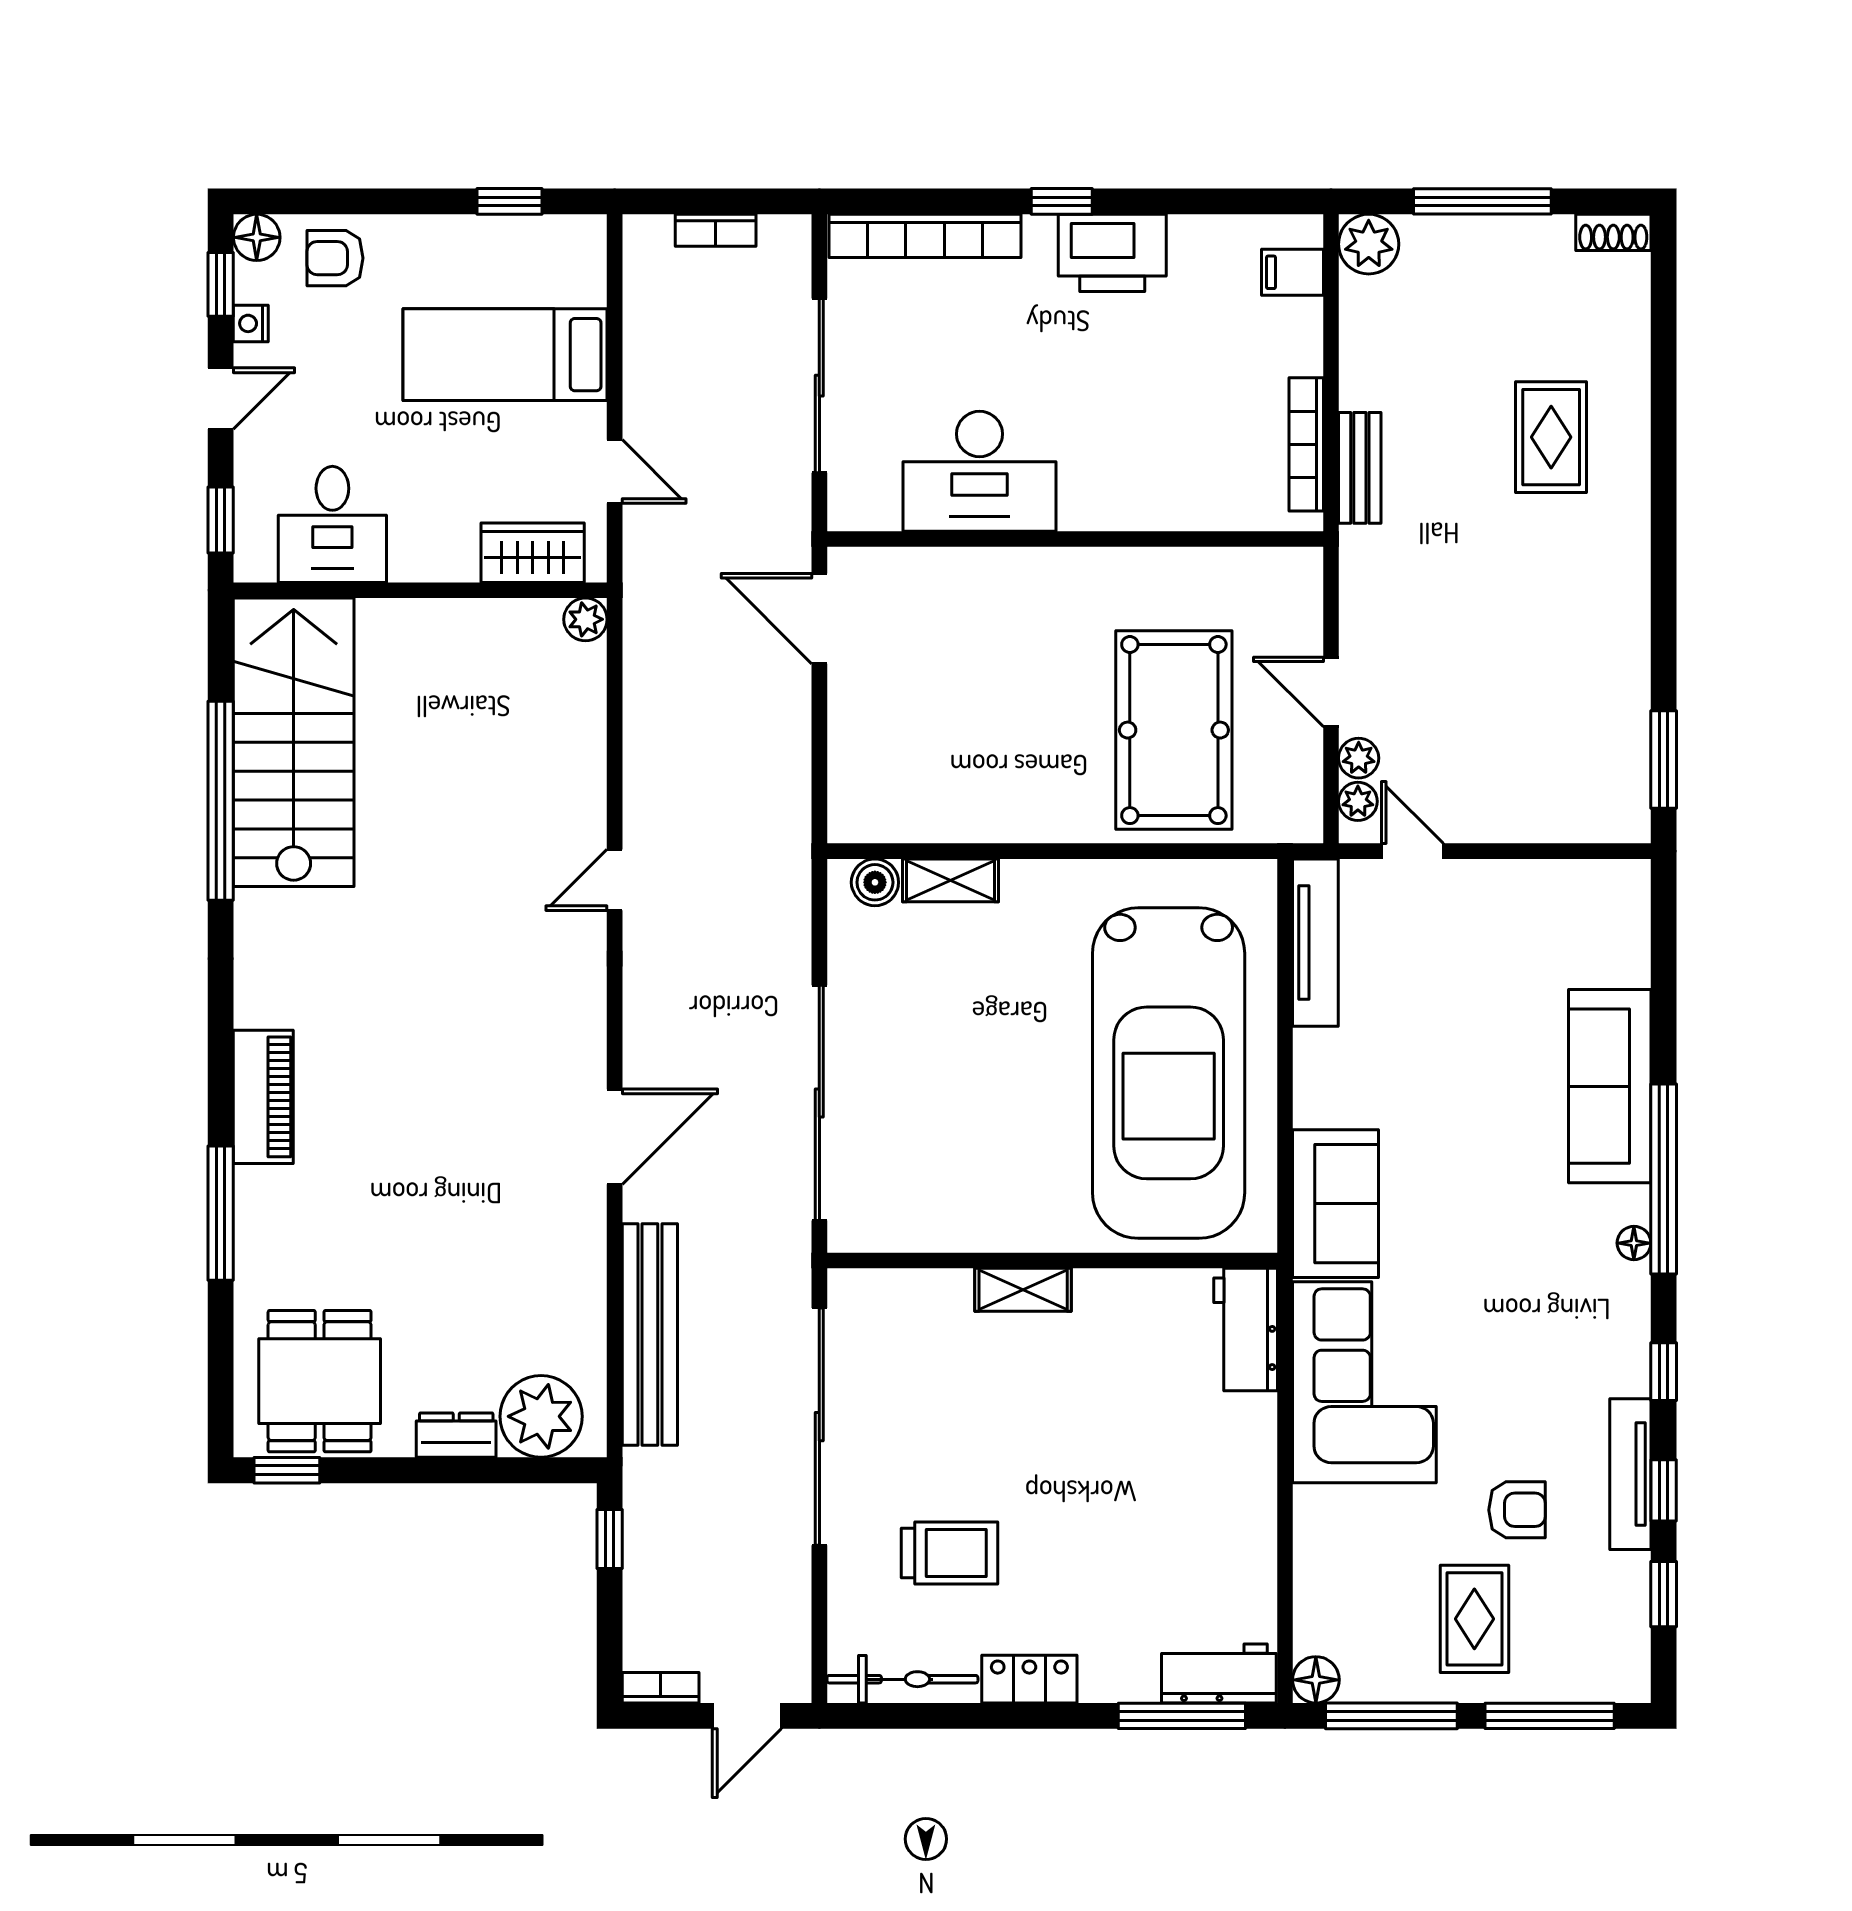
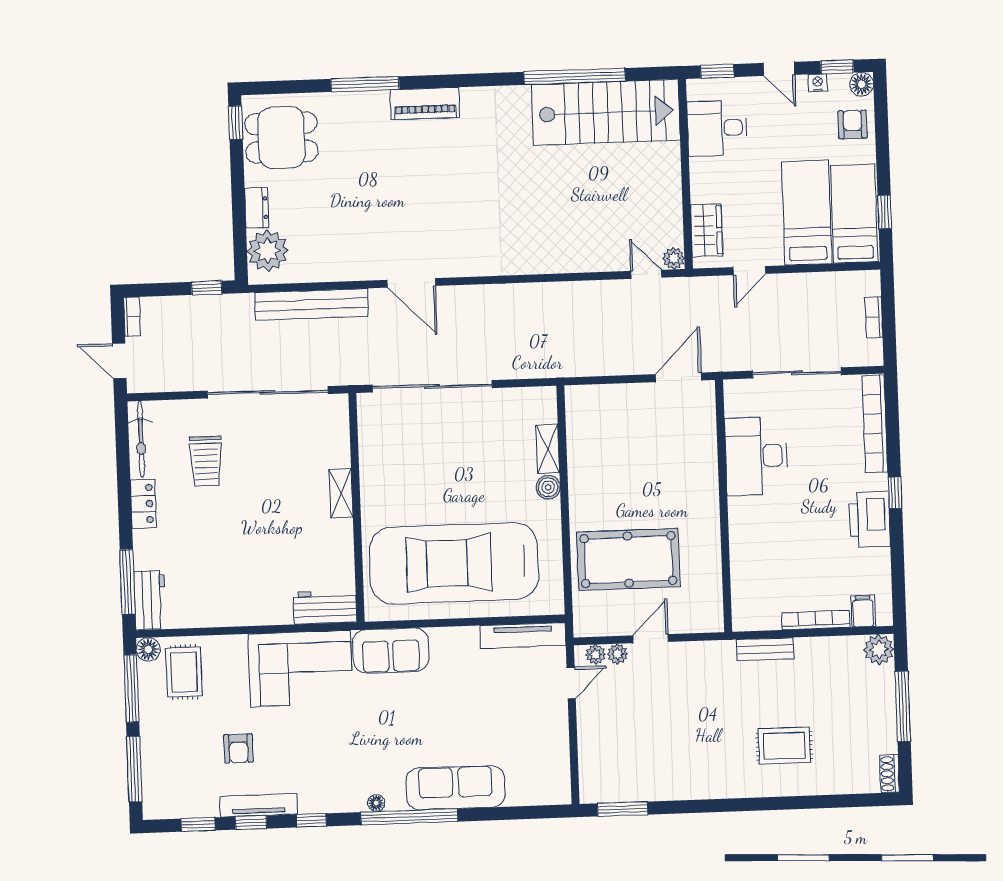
bed: (511, 261) -> (854, 214), added
bookcase: (1306, 444) -> (816, 620), moved
door: (615, 880) -> (646, 274), moved
boiler: (875, 882) -> (548, 487), moved
rug: (1474, 1619) -> (184, 672), moved, turned 90

